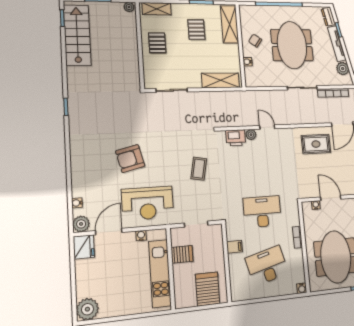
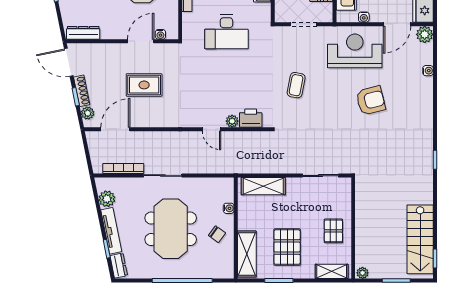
pallet: (196, 30) -> (287, 247), width x1.50, depth x1.42
rug: (316, 144) -> (144, 85), moved
door: (331, 198) -> (141, 41), swing flipped
water cooler: (77, 203) -> (428, 71), moved

